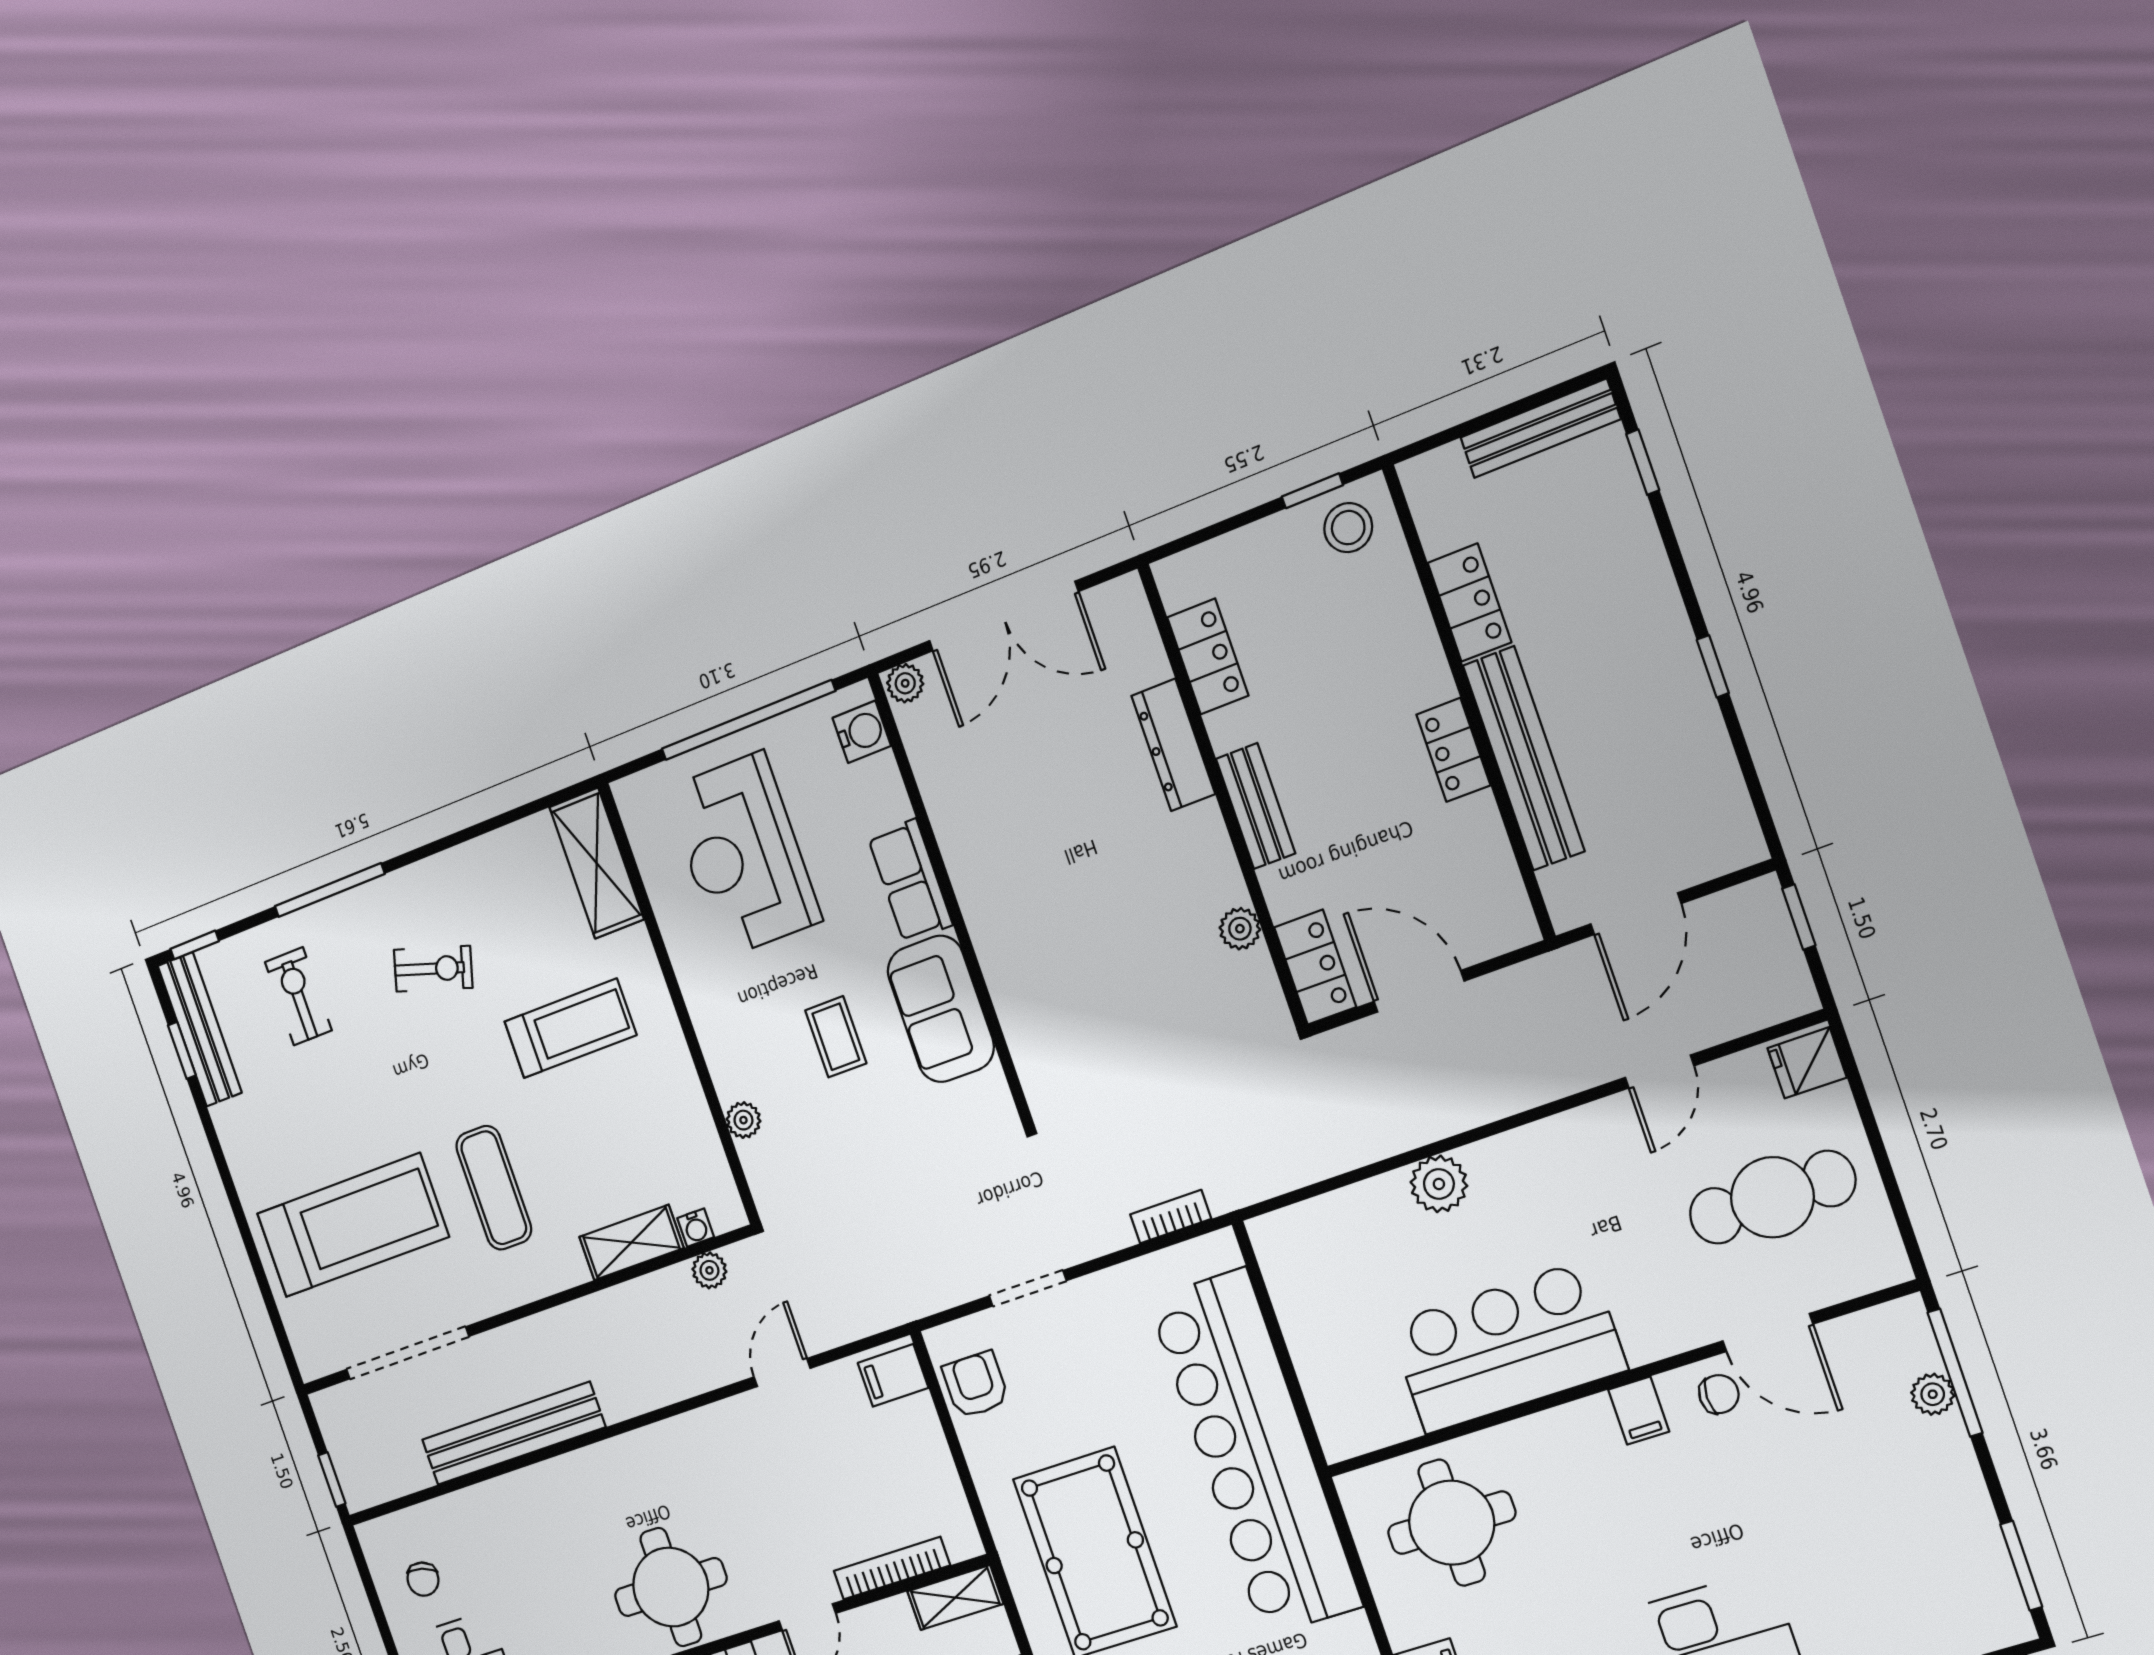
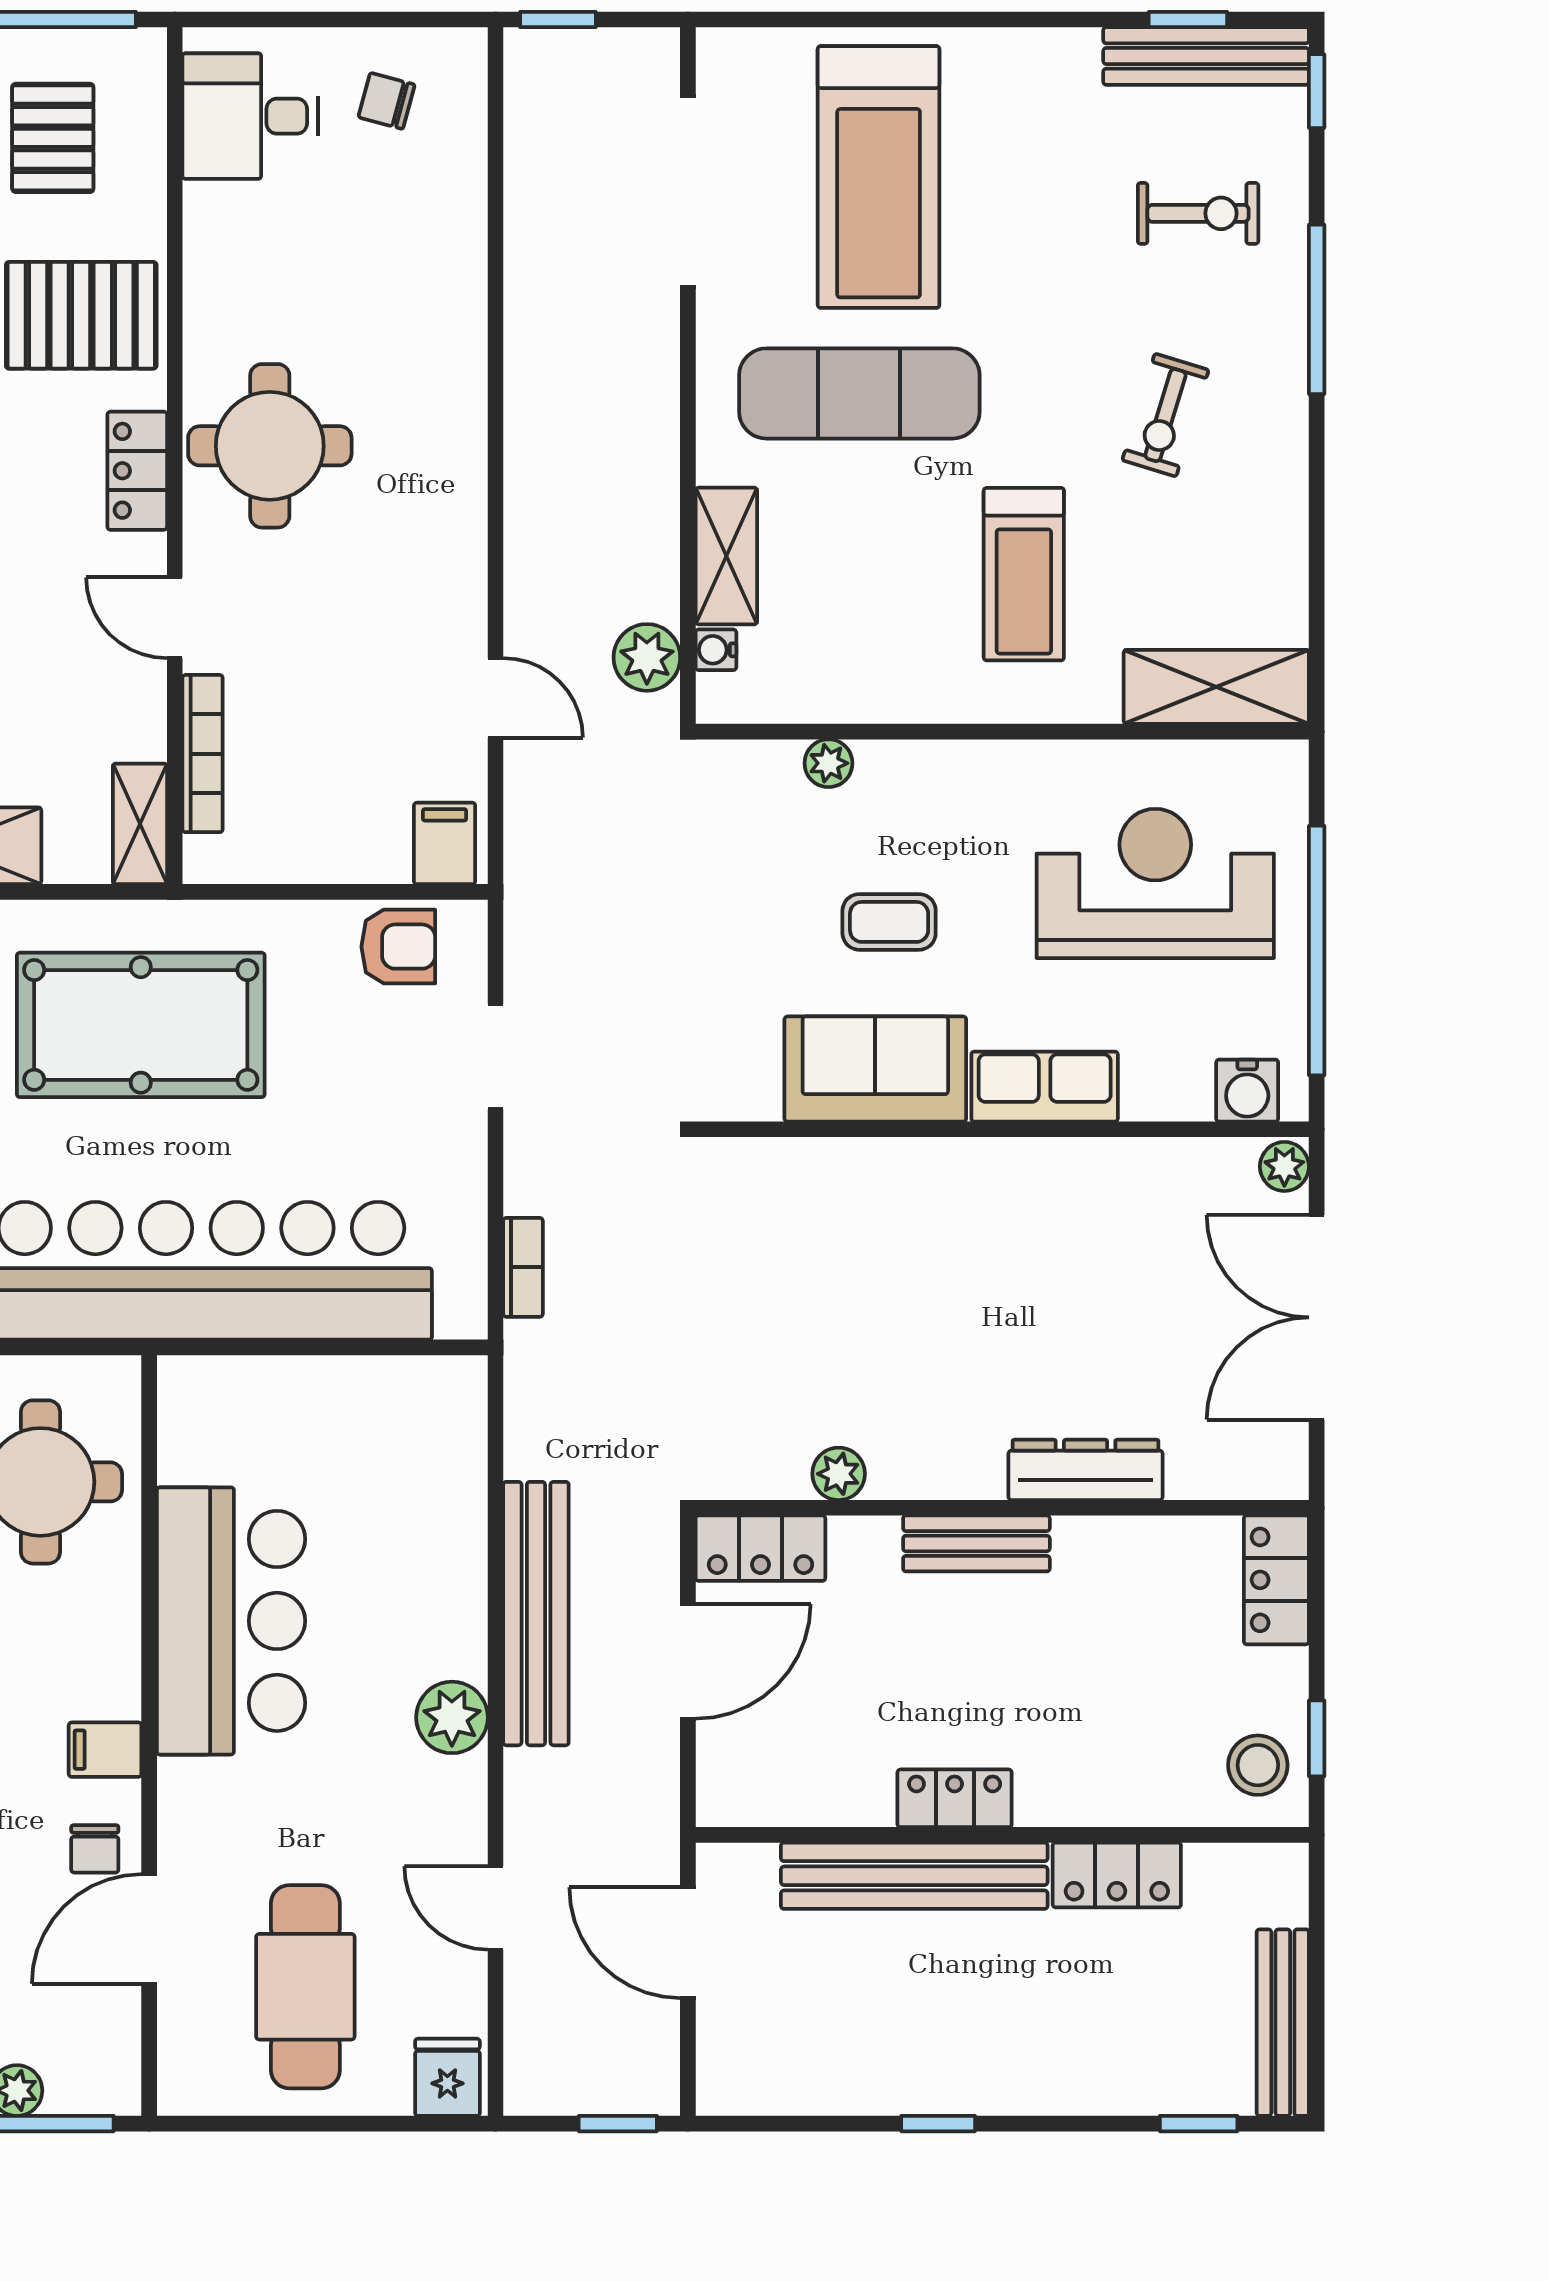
locker: (1208, 656) -> (1276, 1580), moved, turned 90
plant: (1439, 1184) -> (452, 1717), moved
exercise mat: (494, 1188) -> (859, 393), width x1.36, depth x1.45
plant: (709, 1270) -> (647, 657), width x1.38, depth x1.38
bench: (513, 1433) -> (536, 1614), moved

